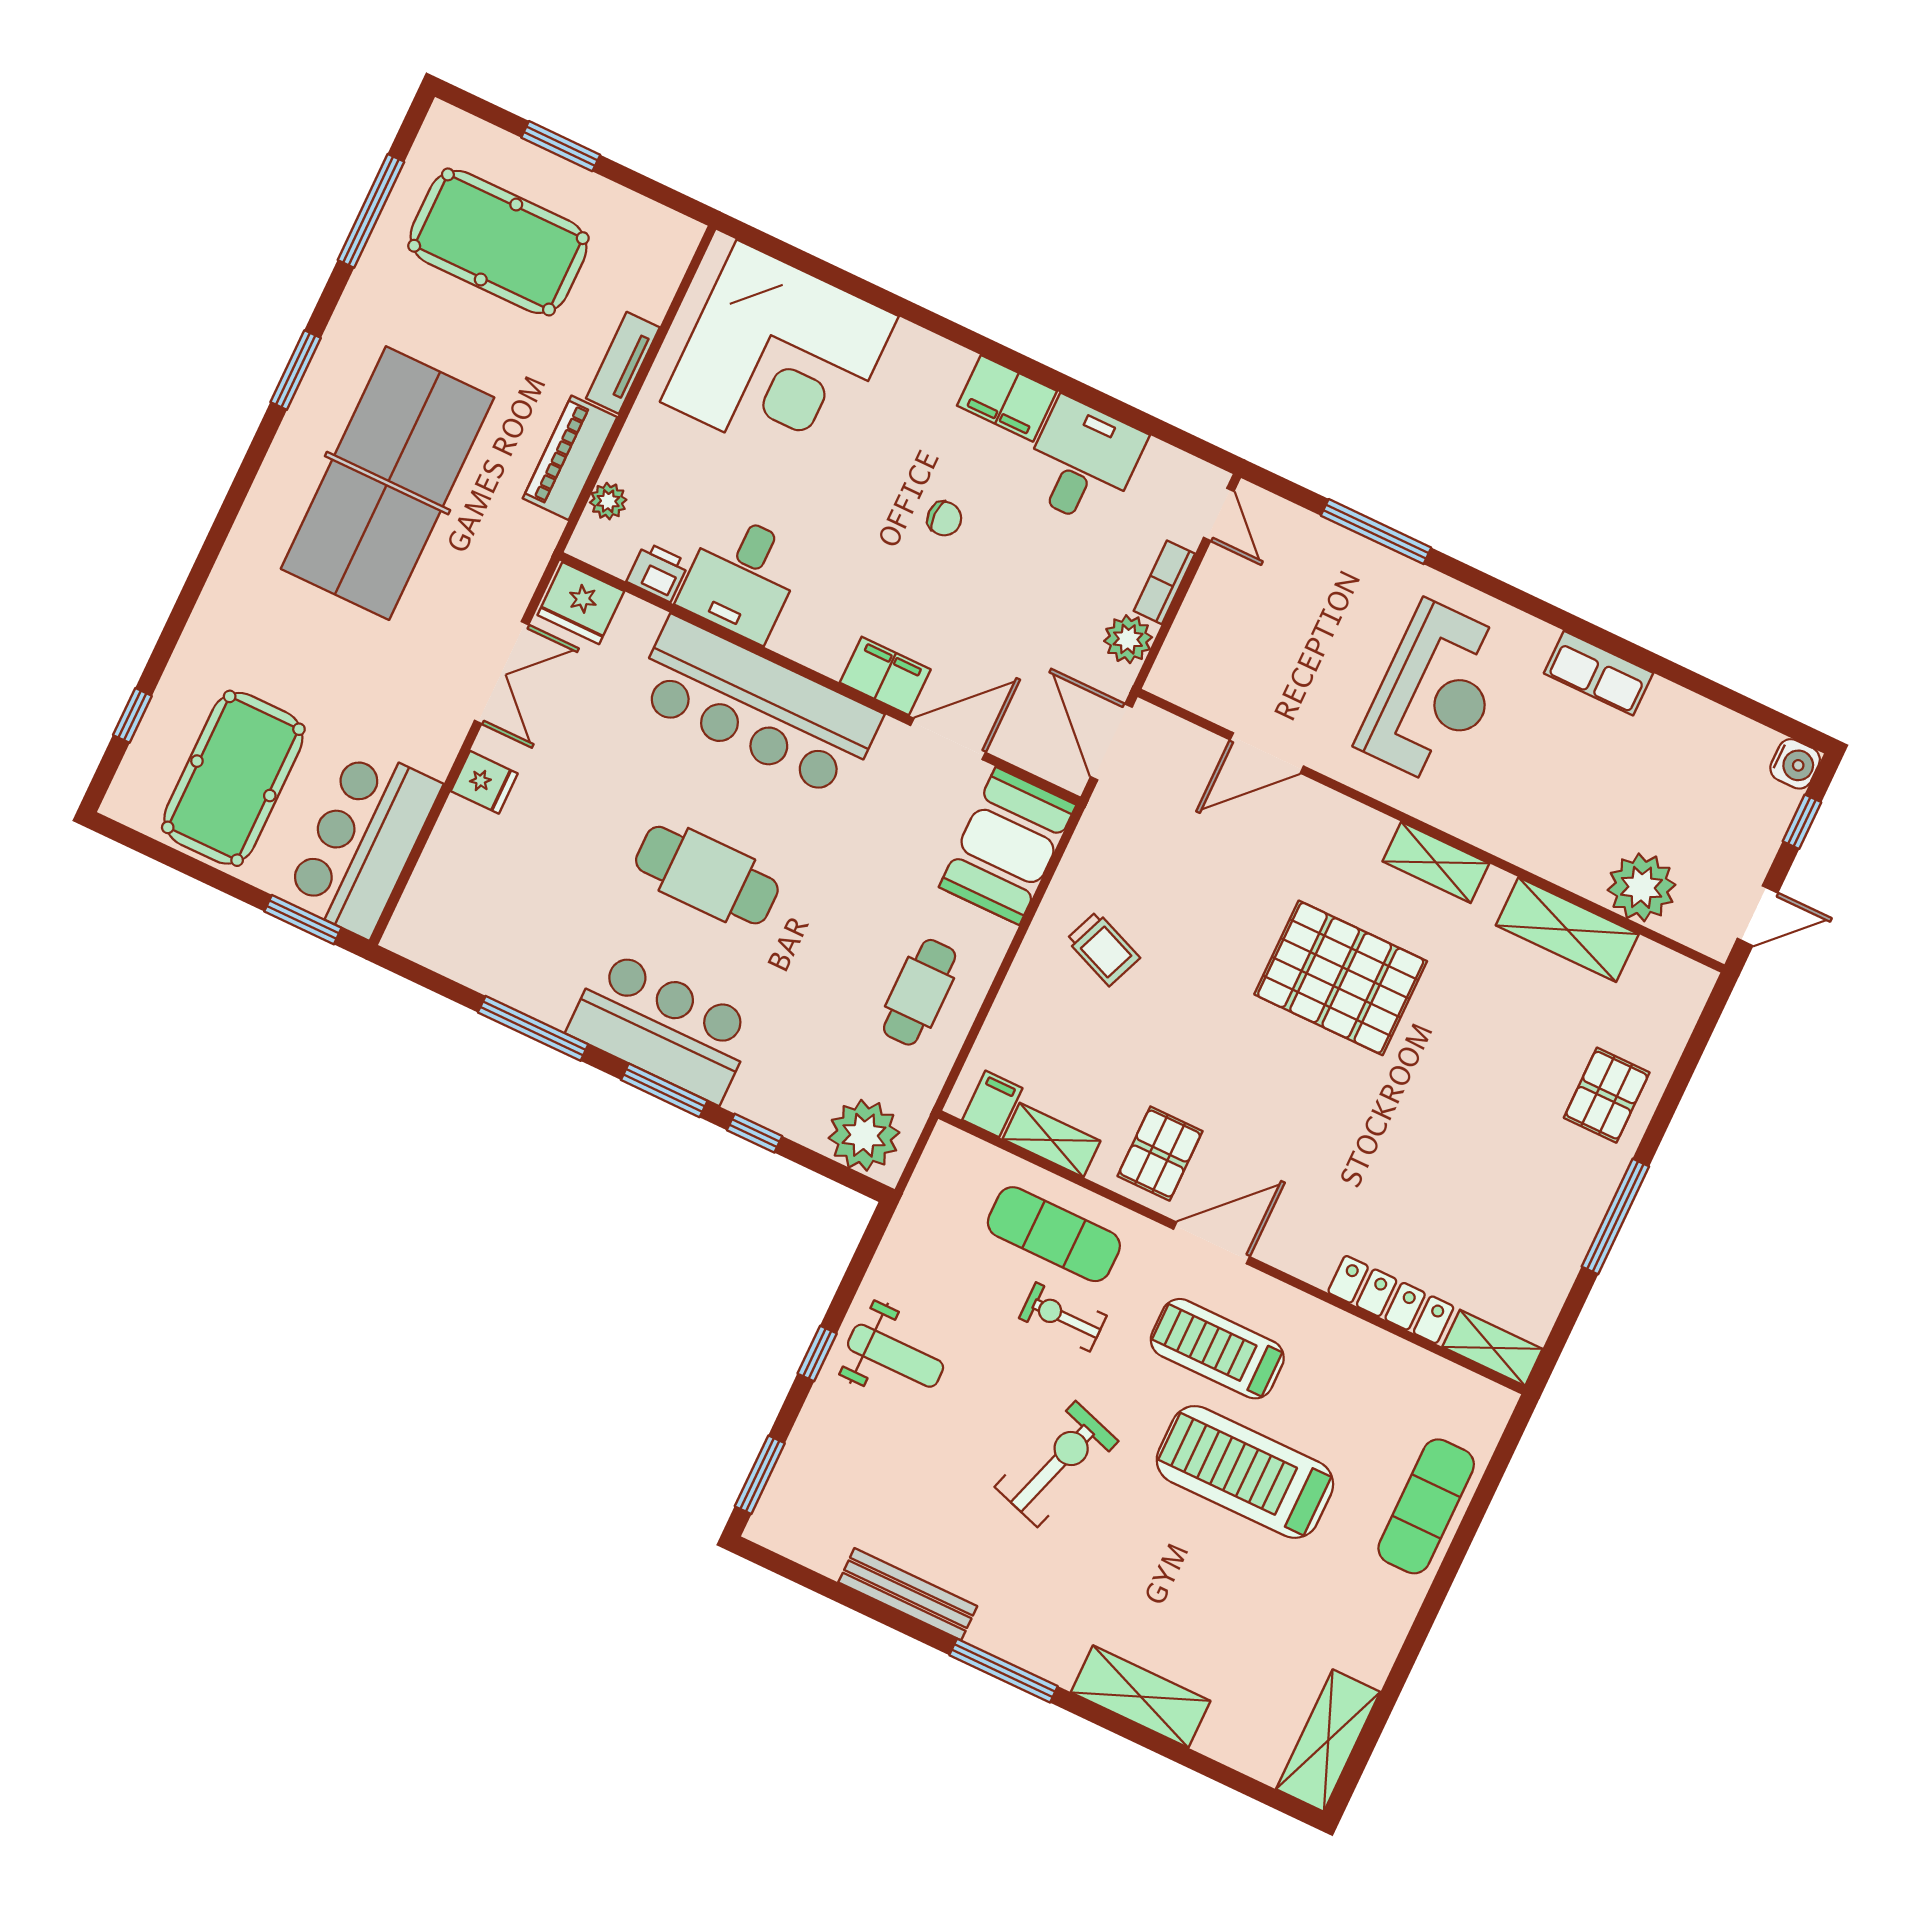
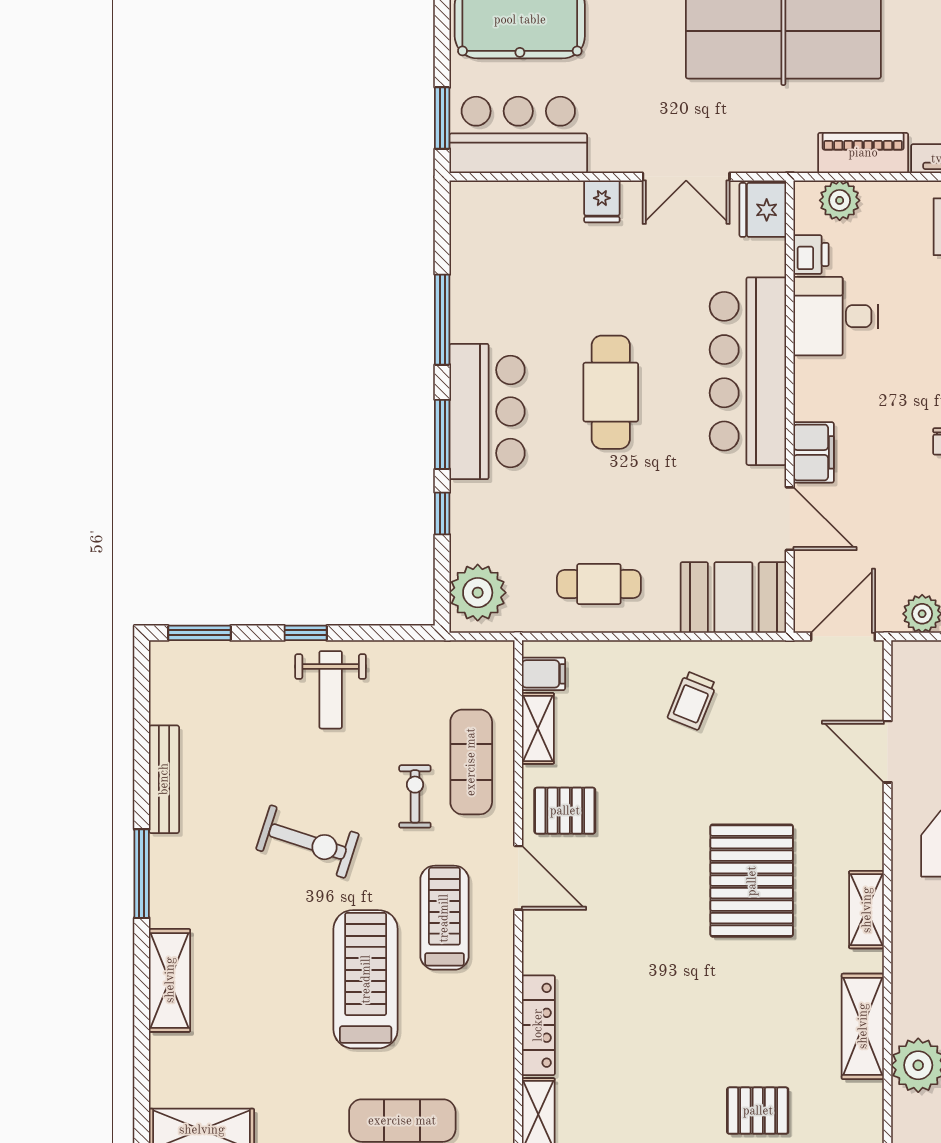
plant: (608, 501) -> (840, 200), width x1.38, depth x1.38

